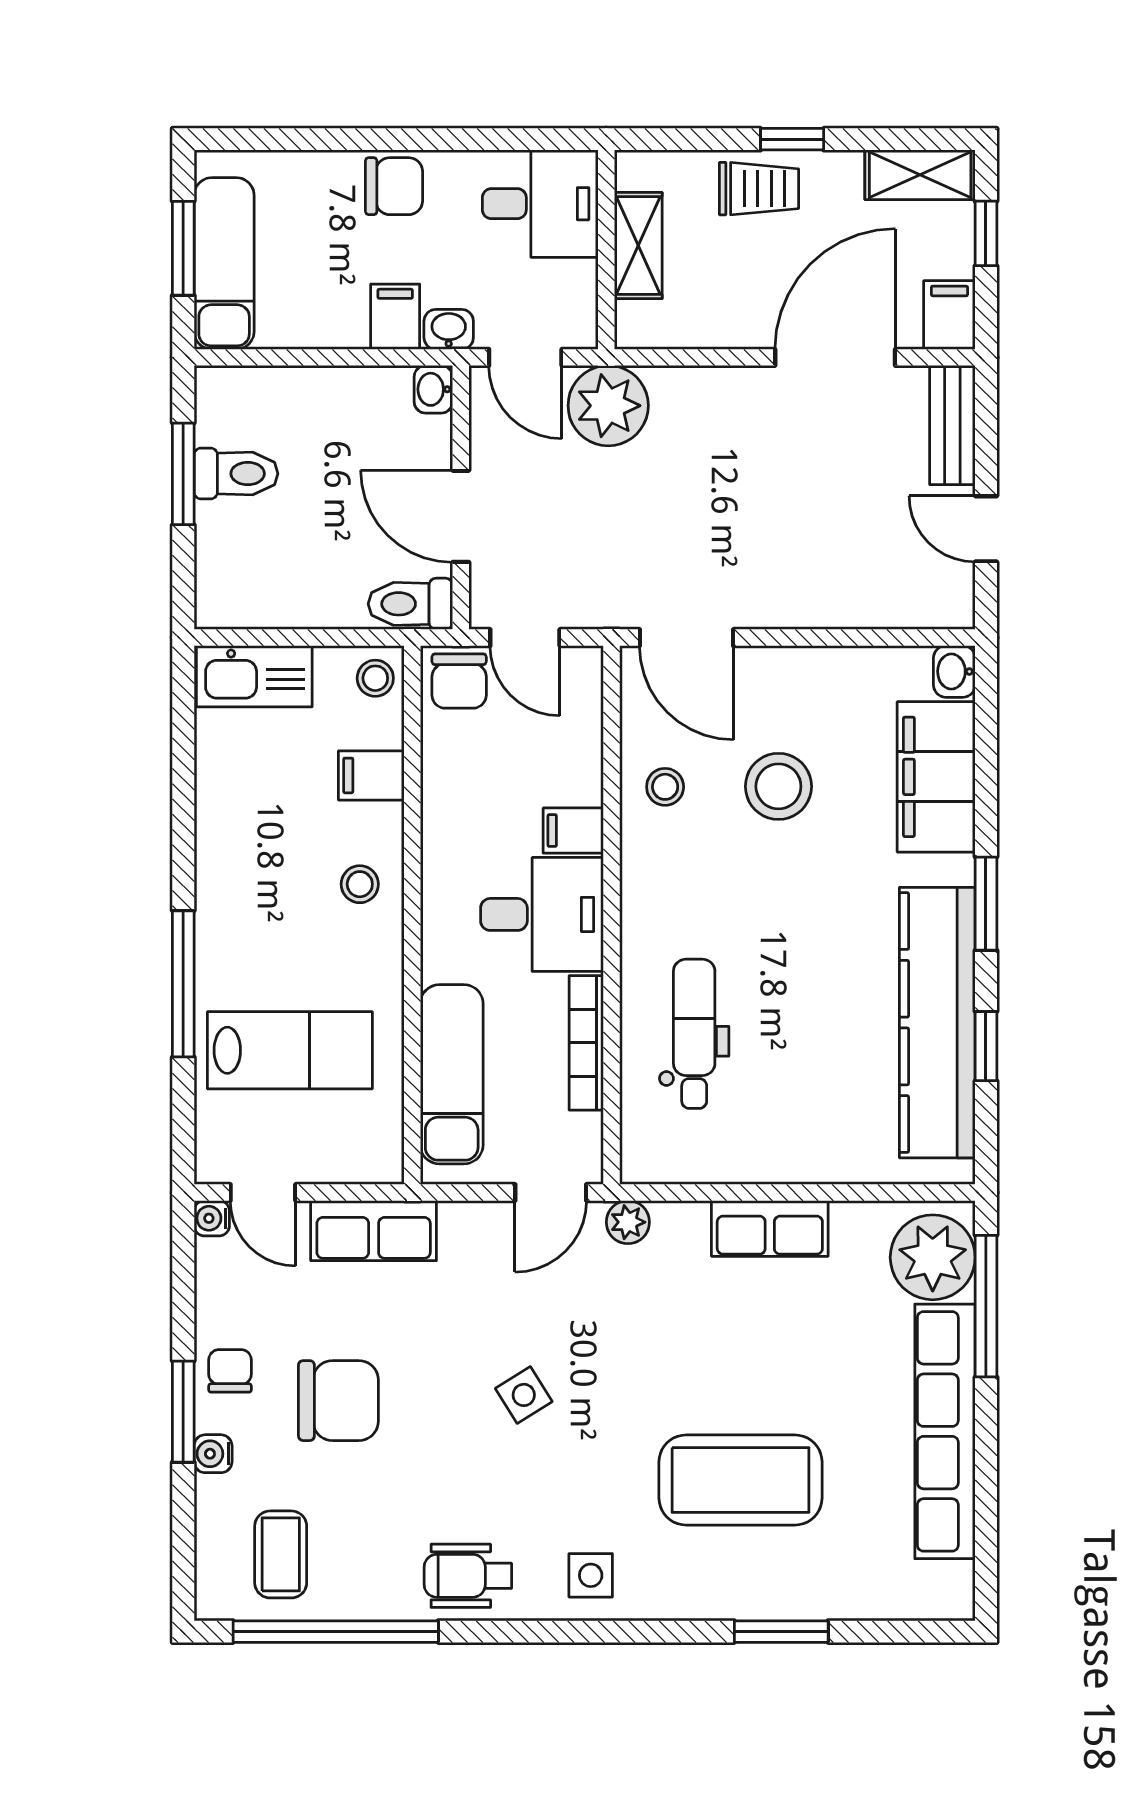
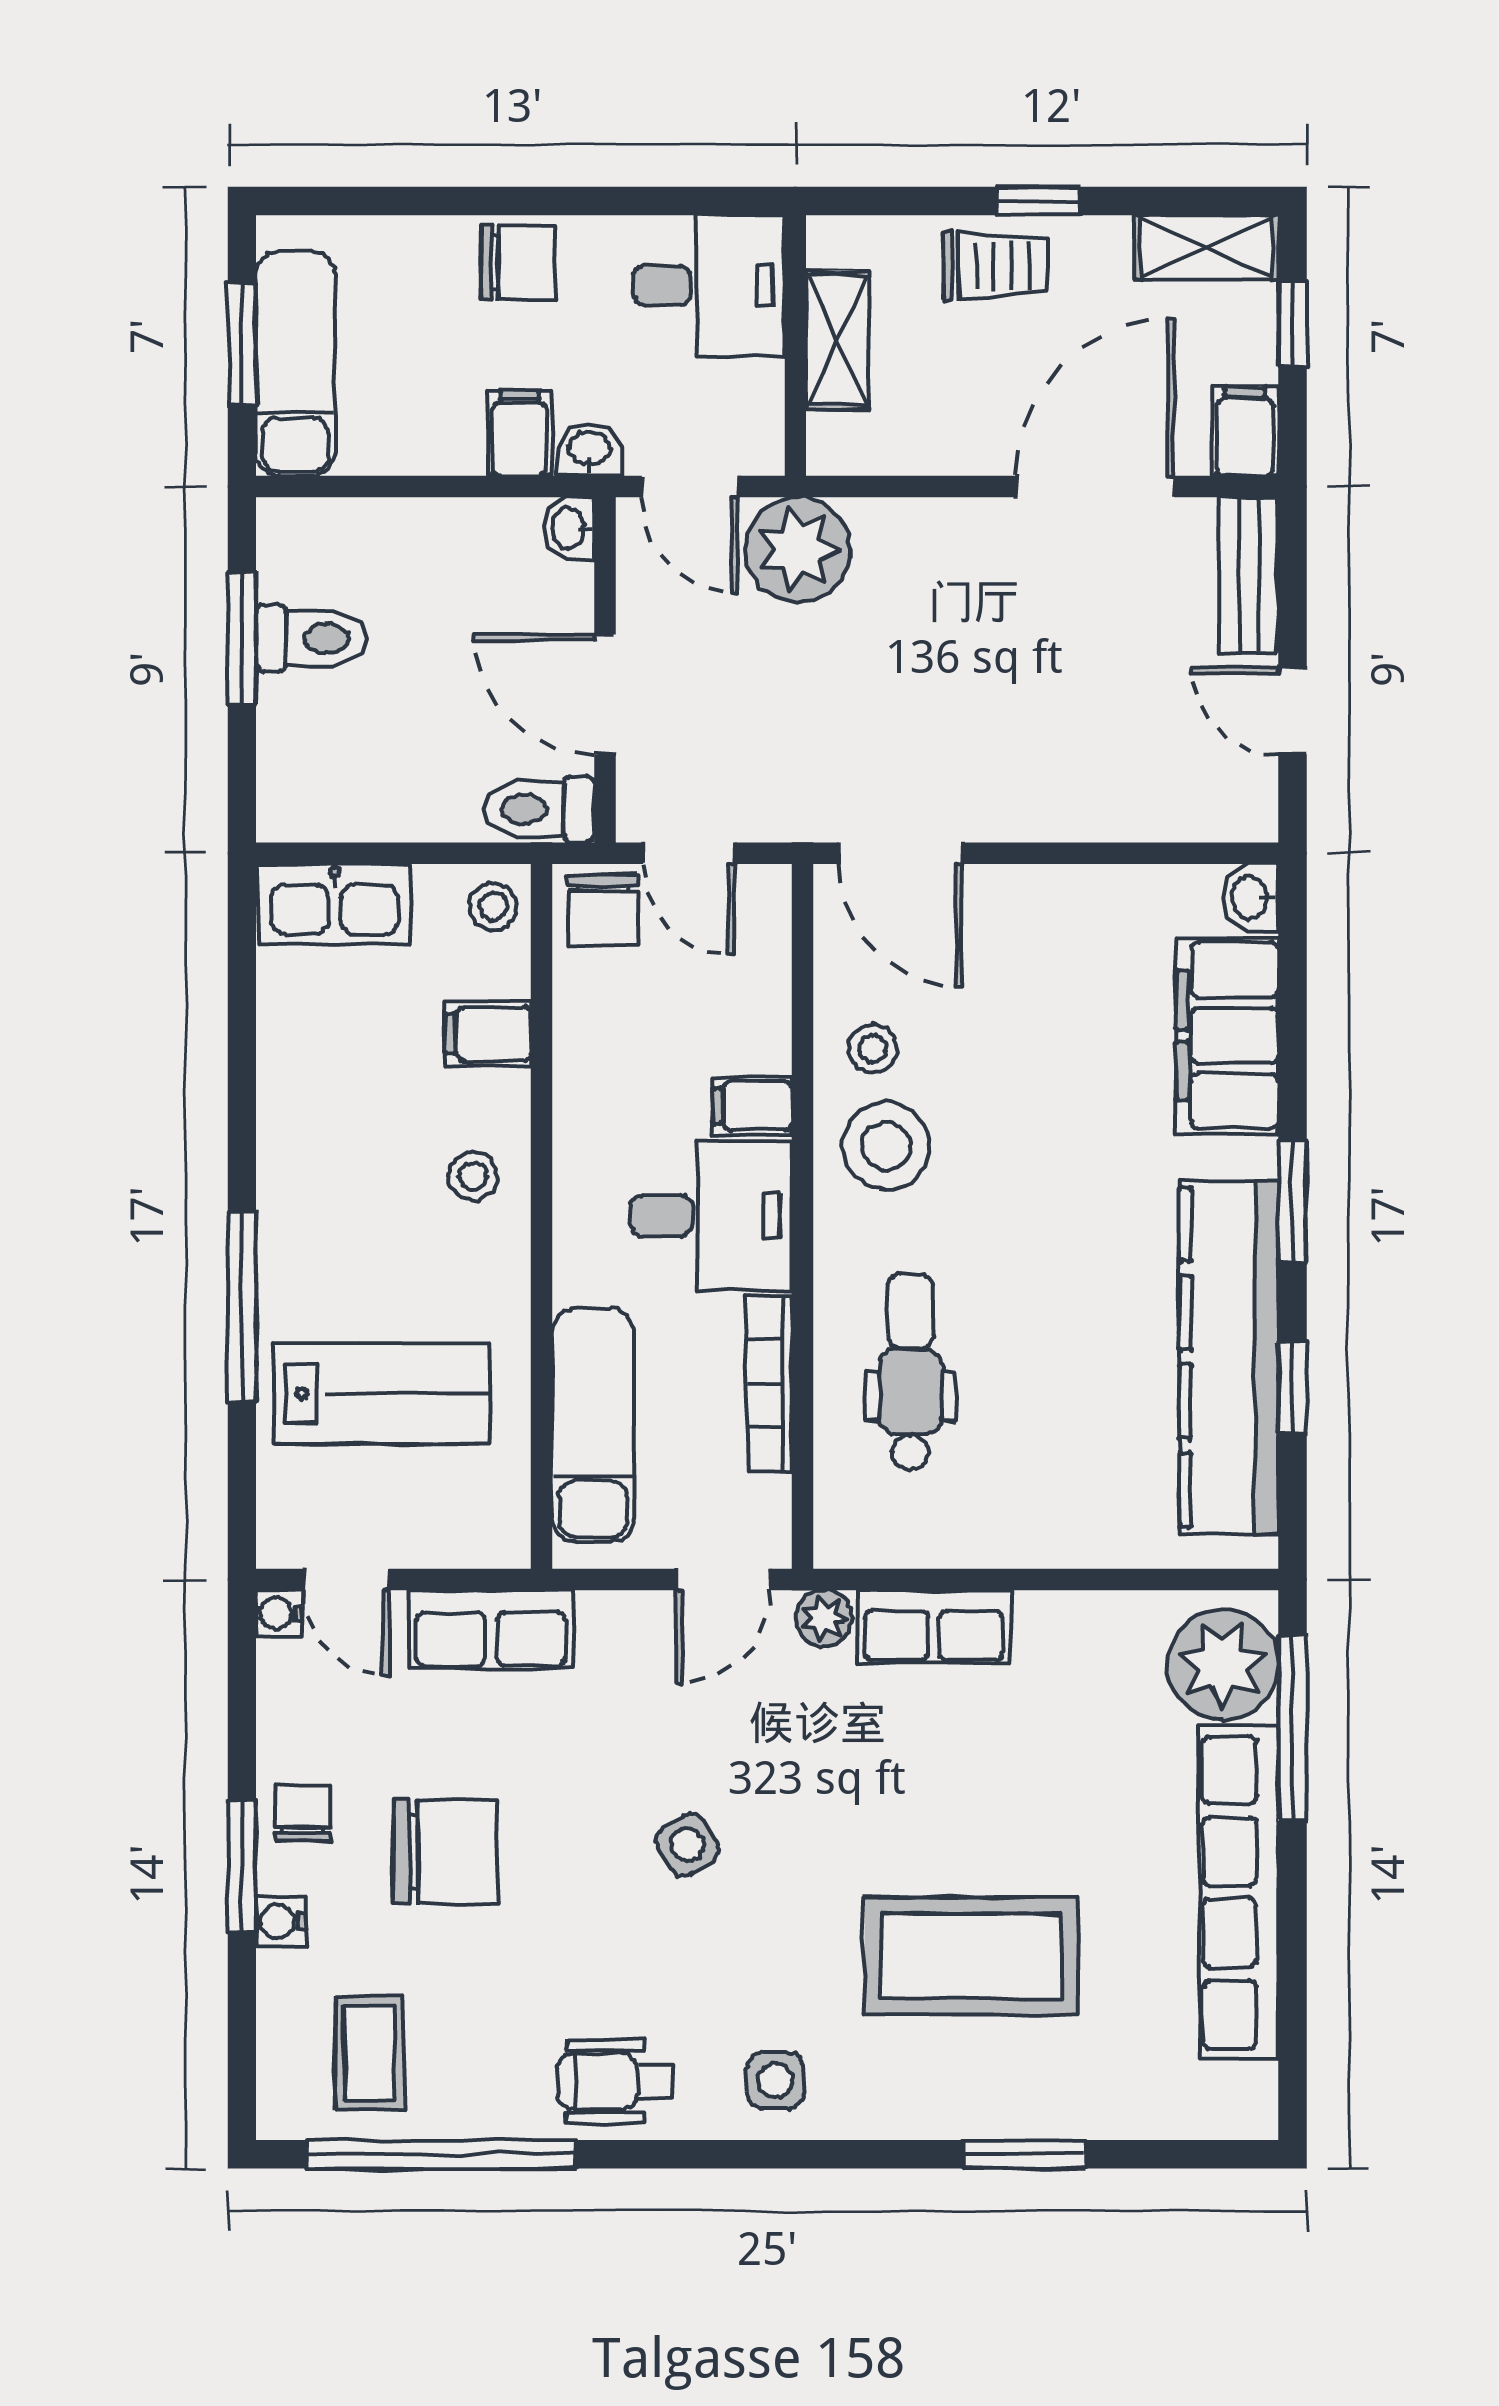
stool: (778, 786) -> (886, 1146), moved
row of seats: (770, 1228) -> (934, 1627), moved

